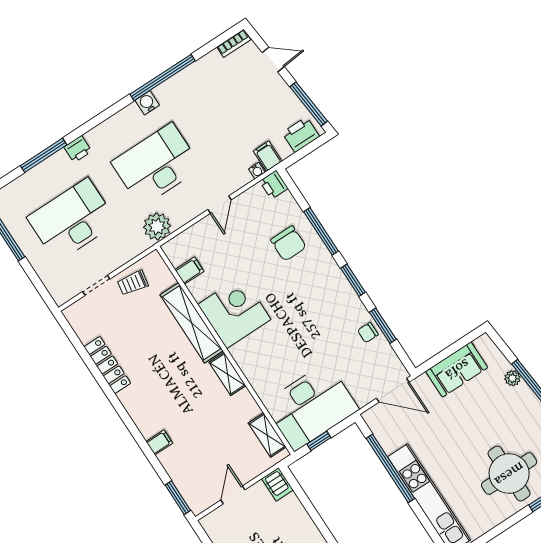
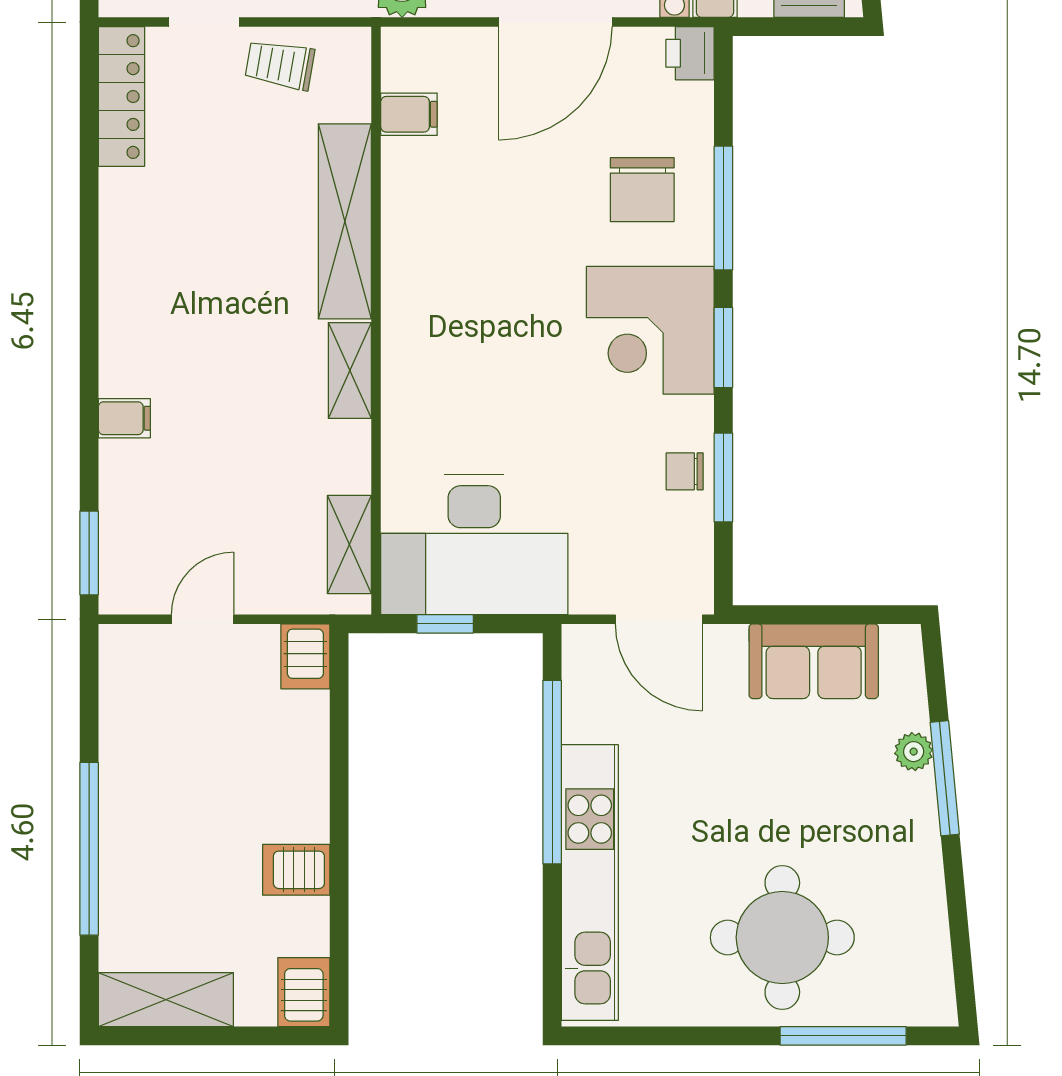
door: (220, 205) -> (555, 22), width x1.87
corner desk: (234, 312) -> (650, 330), moved, turned 180
locker: (107, 365) -> (121, 97), moved

